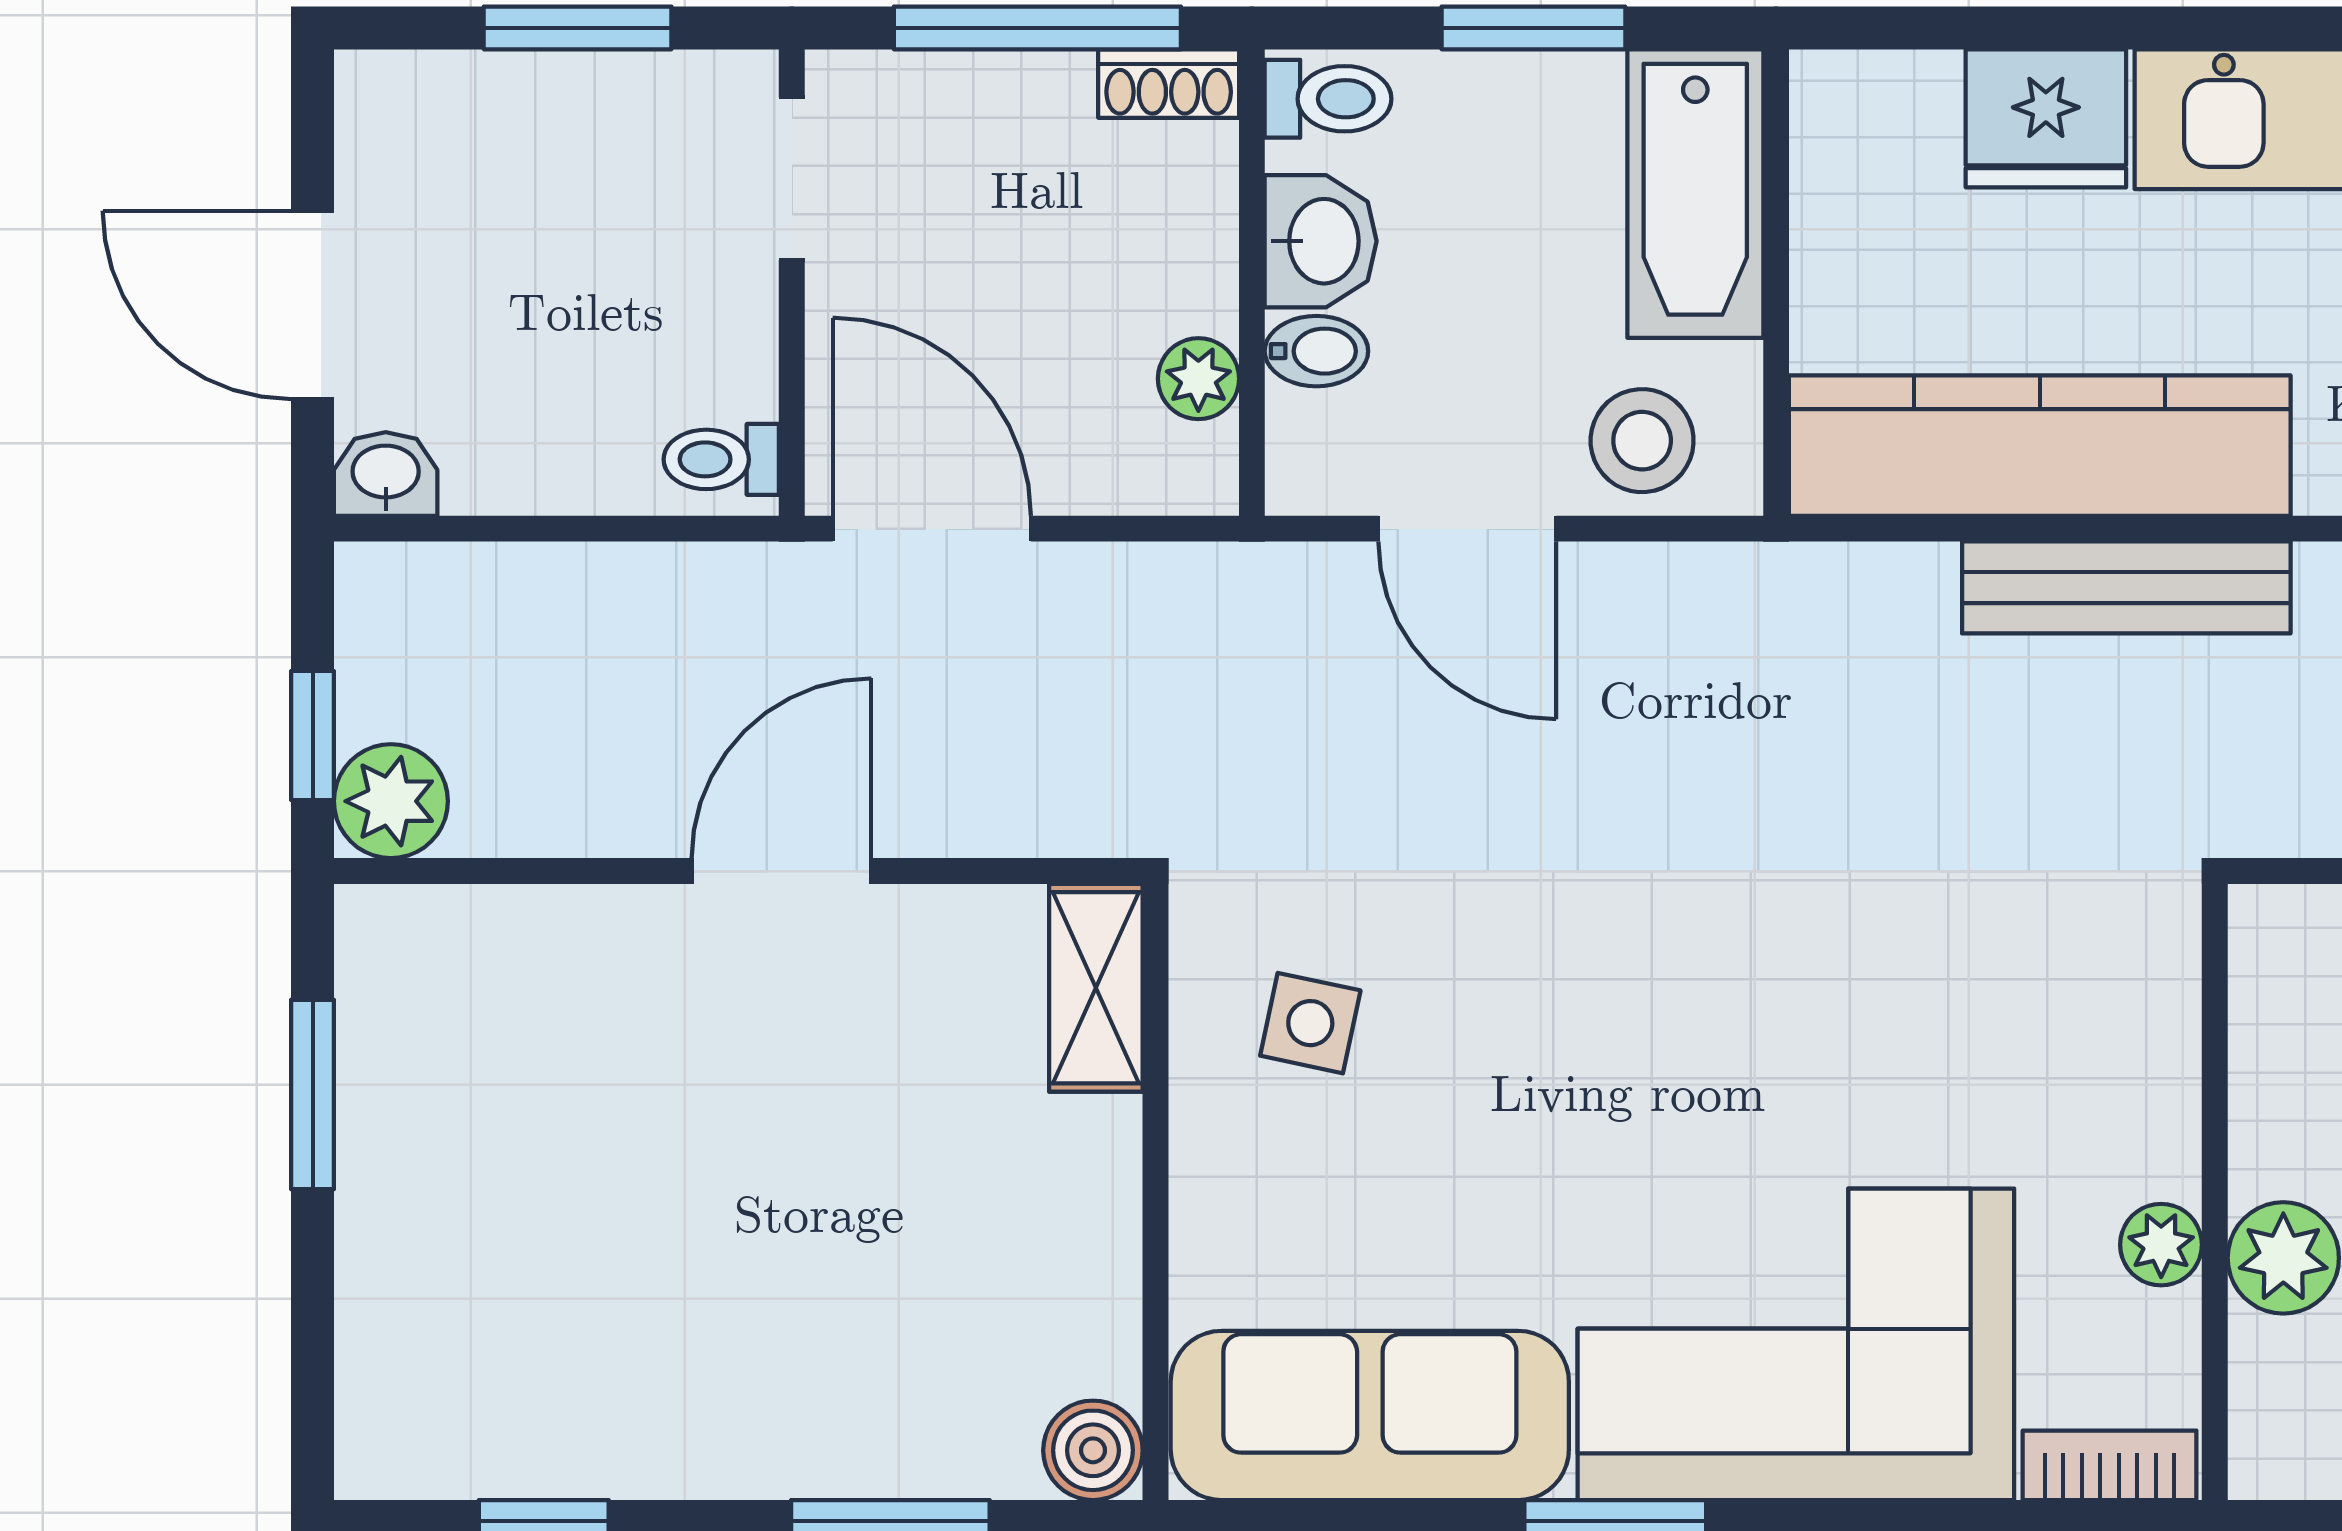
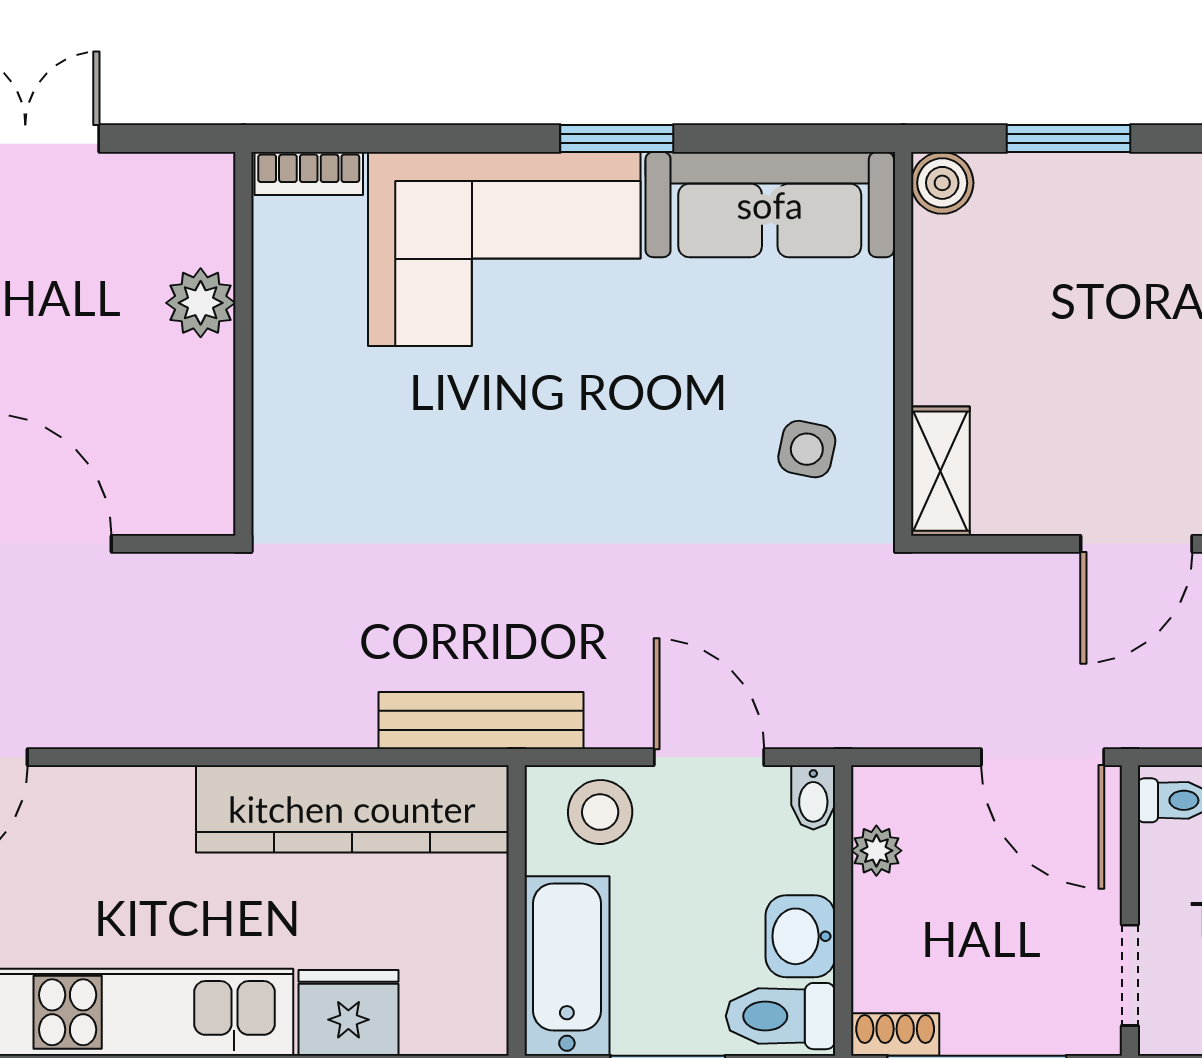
toilet: (1328, 99) -> (781, 1016), width x1.37, depth x1.39
bidet: (1316, 351) -> (813, 797), moved, turned -90
bench: (2126, 587) -> (481, 721), moved
plant: (2161, 1245) -> (277, 311), removed

